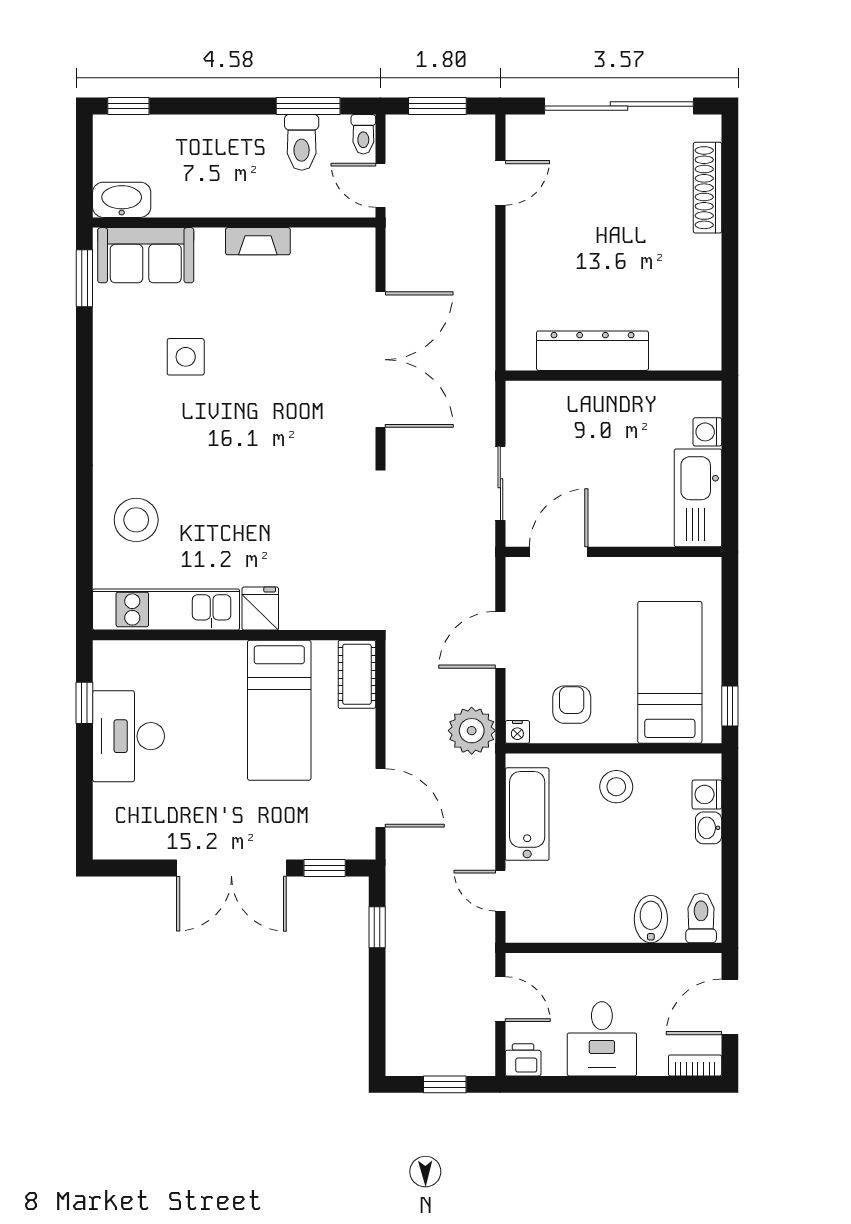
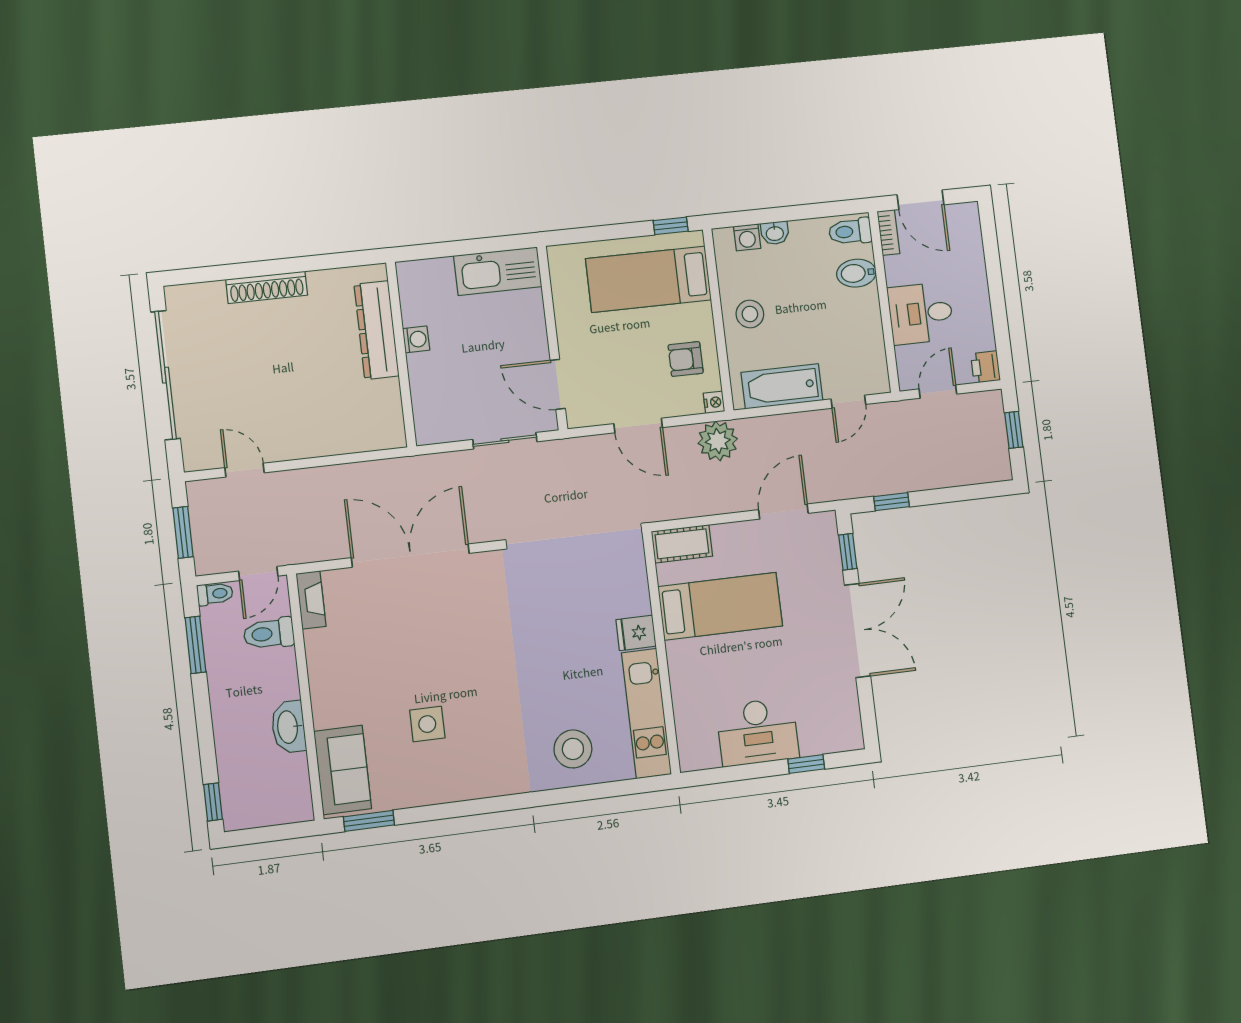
toilet: (302, 142) -> (269, 634), moved, turned 180
shoe rack: (708, 188) -> (267, 287), moved
washbasin: (122, 200) -> (288, 727), moved
fireplace: (258, 241) -> (311, 600), moved
dresser: (593, 351) -> (377, 330), moved
washing machine: (707, 432) -> (416, 339), moved, turned -90
window: (84, 703) -> (806, 764), moved
desk: (602, 1039) -> (921, 313), moved, turned 180
bookcase: (695, 1065) -> (888, 232), moved, turned 180

